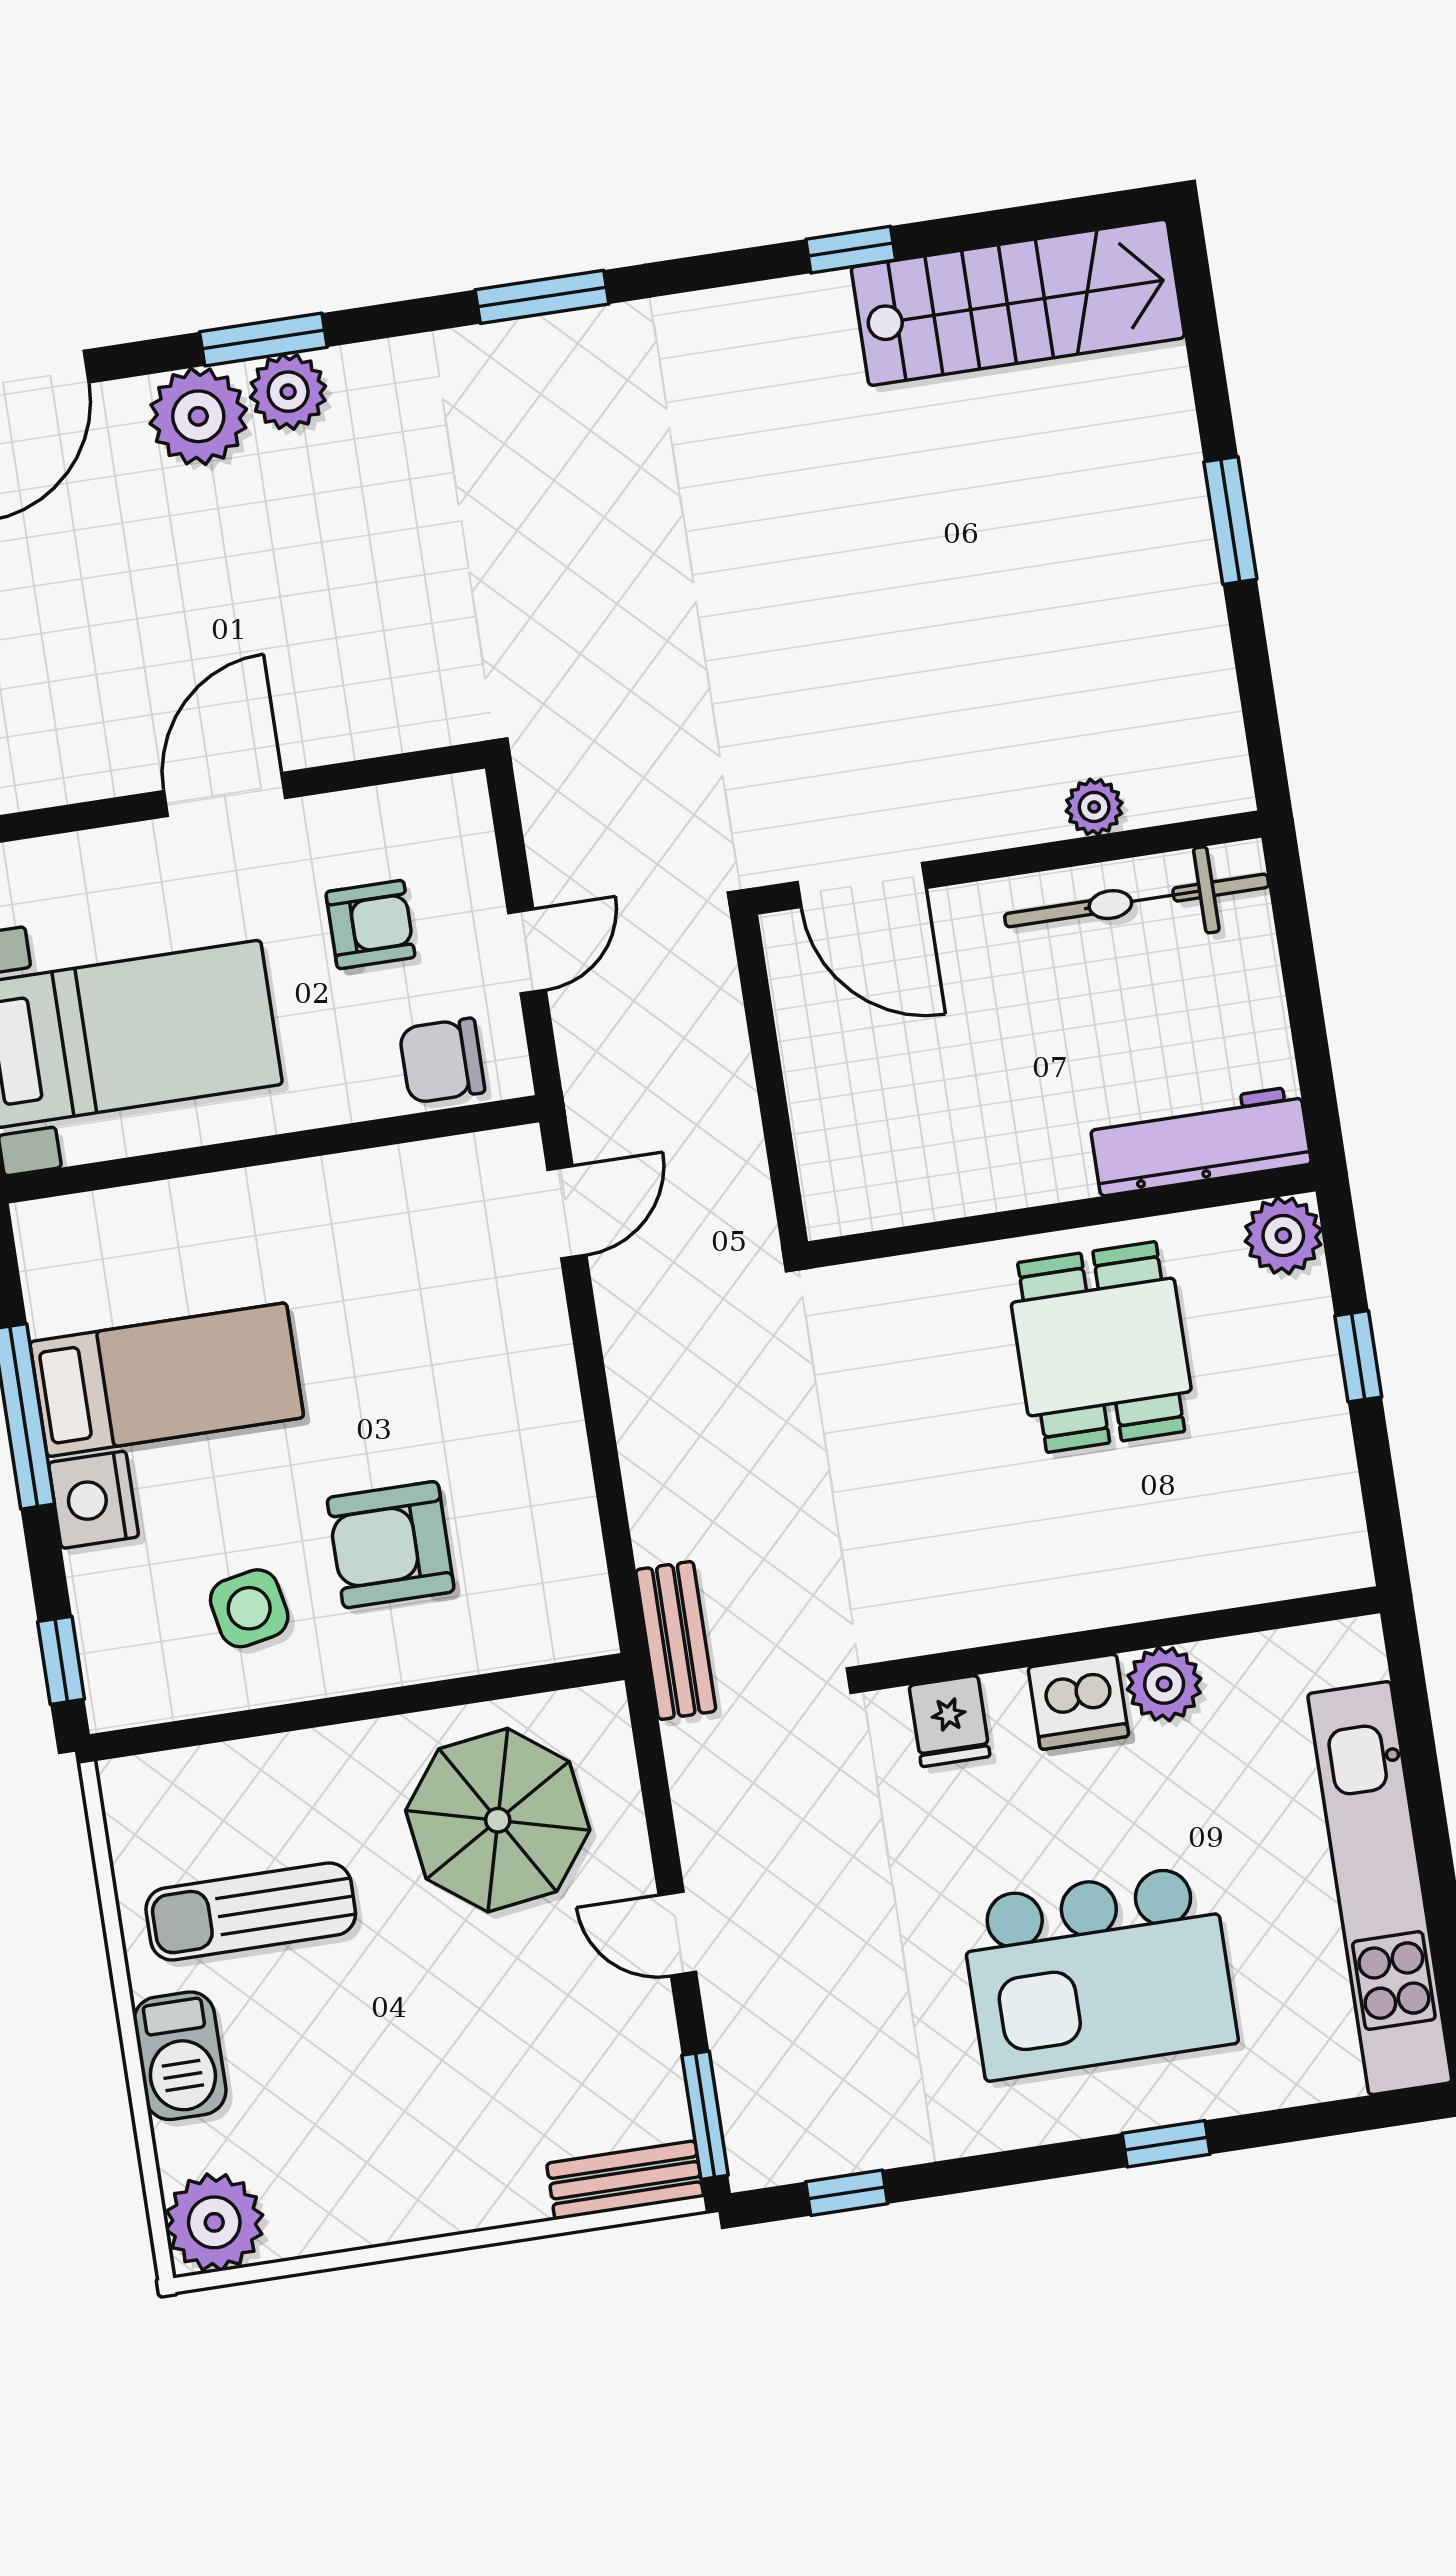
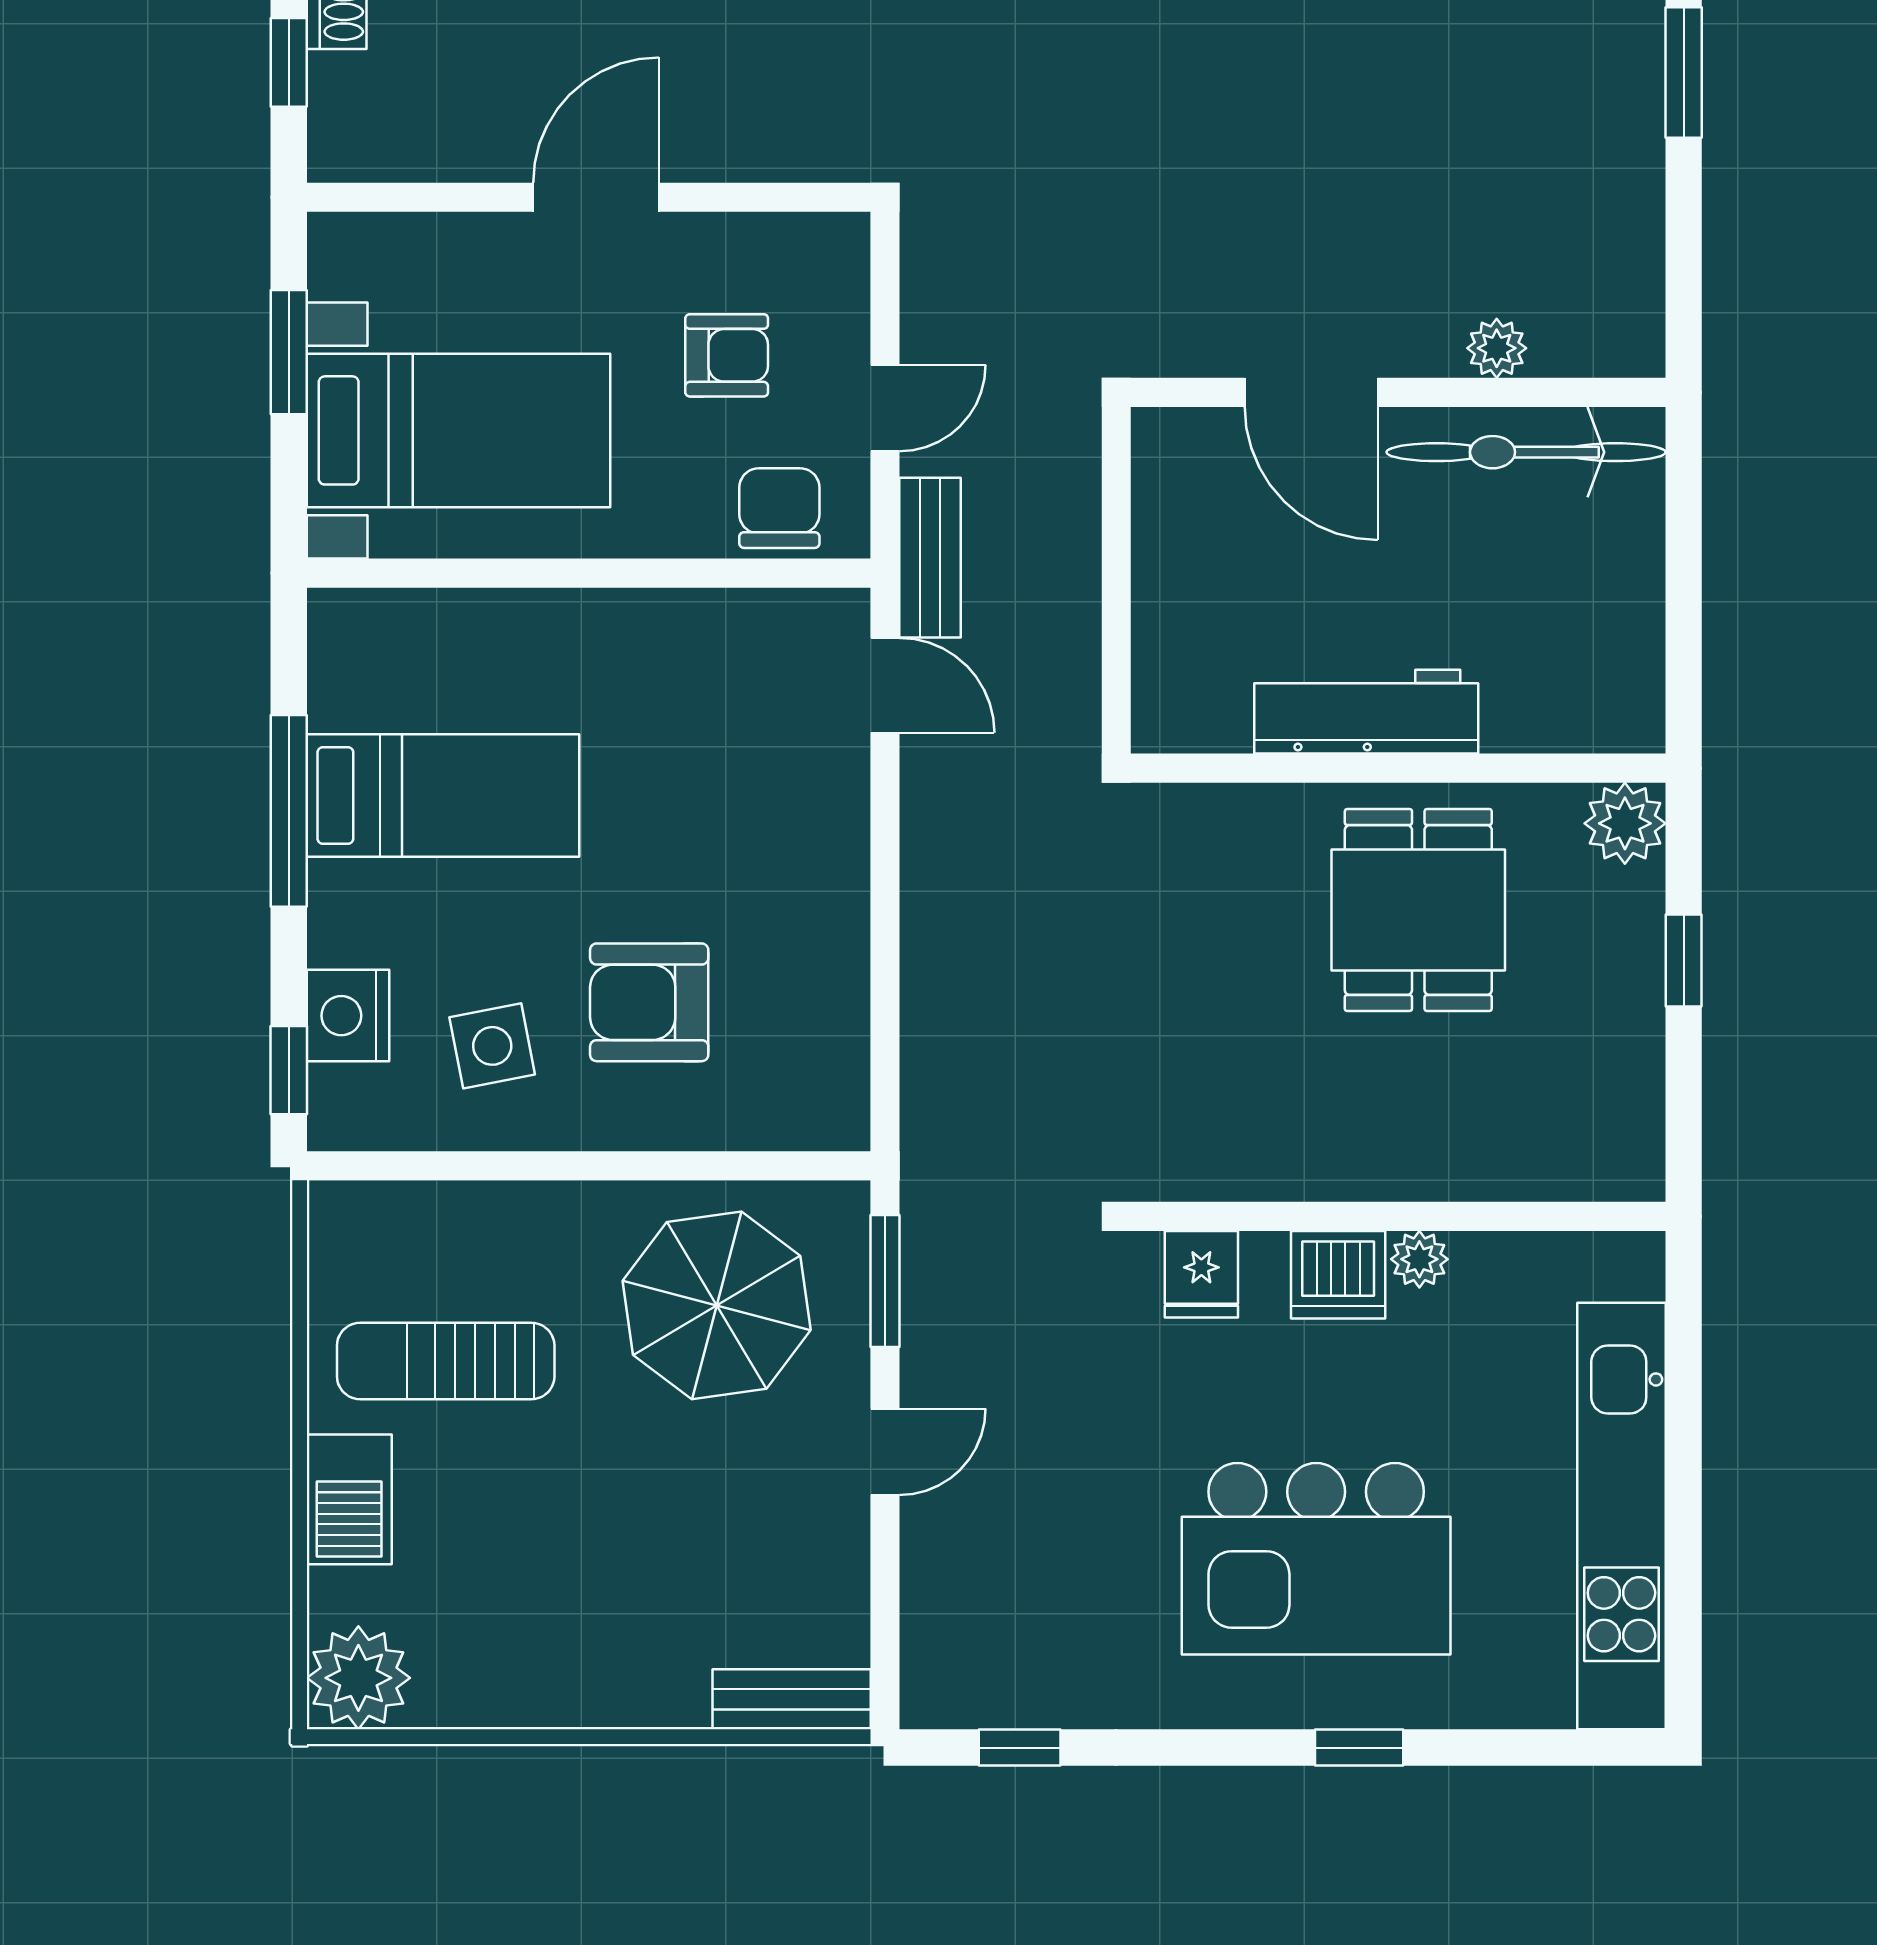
door: (862, 885) -> (1311, 392), moved
chair: (442, 1061) -> (779, 508), turned 90
workbench: (1200, 1141) -> (1366, 712), moved
door: (567, 1212) -> (885, 685), hinge flipped
nightstand: (94, 1500) -> (348, 1016), moved
bench: (676, 1640) -> (930, 558), moved
plant: (1164, 1684) -> (1419, 1259), width x0.73, depth x0.73
door: (677, 1934) -> (885, 1452), swing flipped
window: (705, 2115) -> (885, 1281), moved

